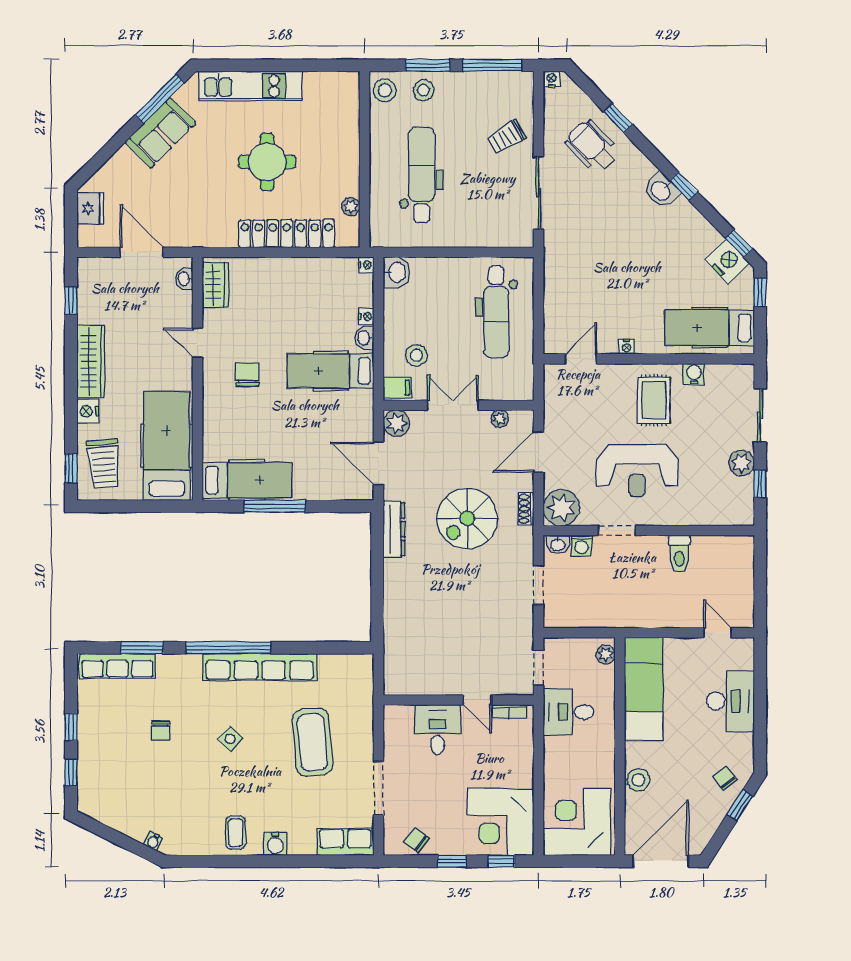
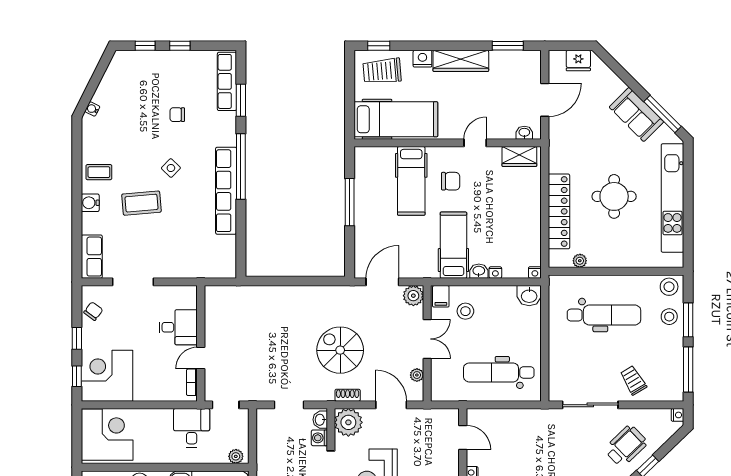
kitchen unit: (250, 86) -> (673, 198), width x1.36
window: (71, 300) -> (508, 46), width x1.50
hospital bed: (247, 480) -> (411, 181), moved
dresser: (394, 529) -> (332, 294), removed
coffee table: (313, 742) -> (141, 203), moved, width x0.73, depth x0.76

